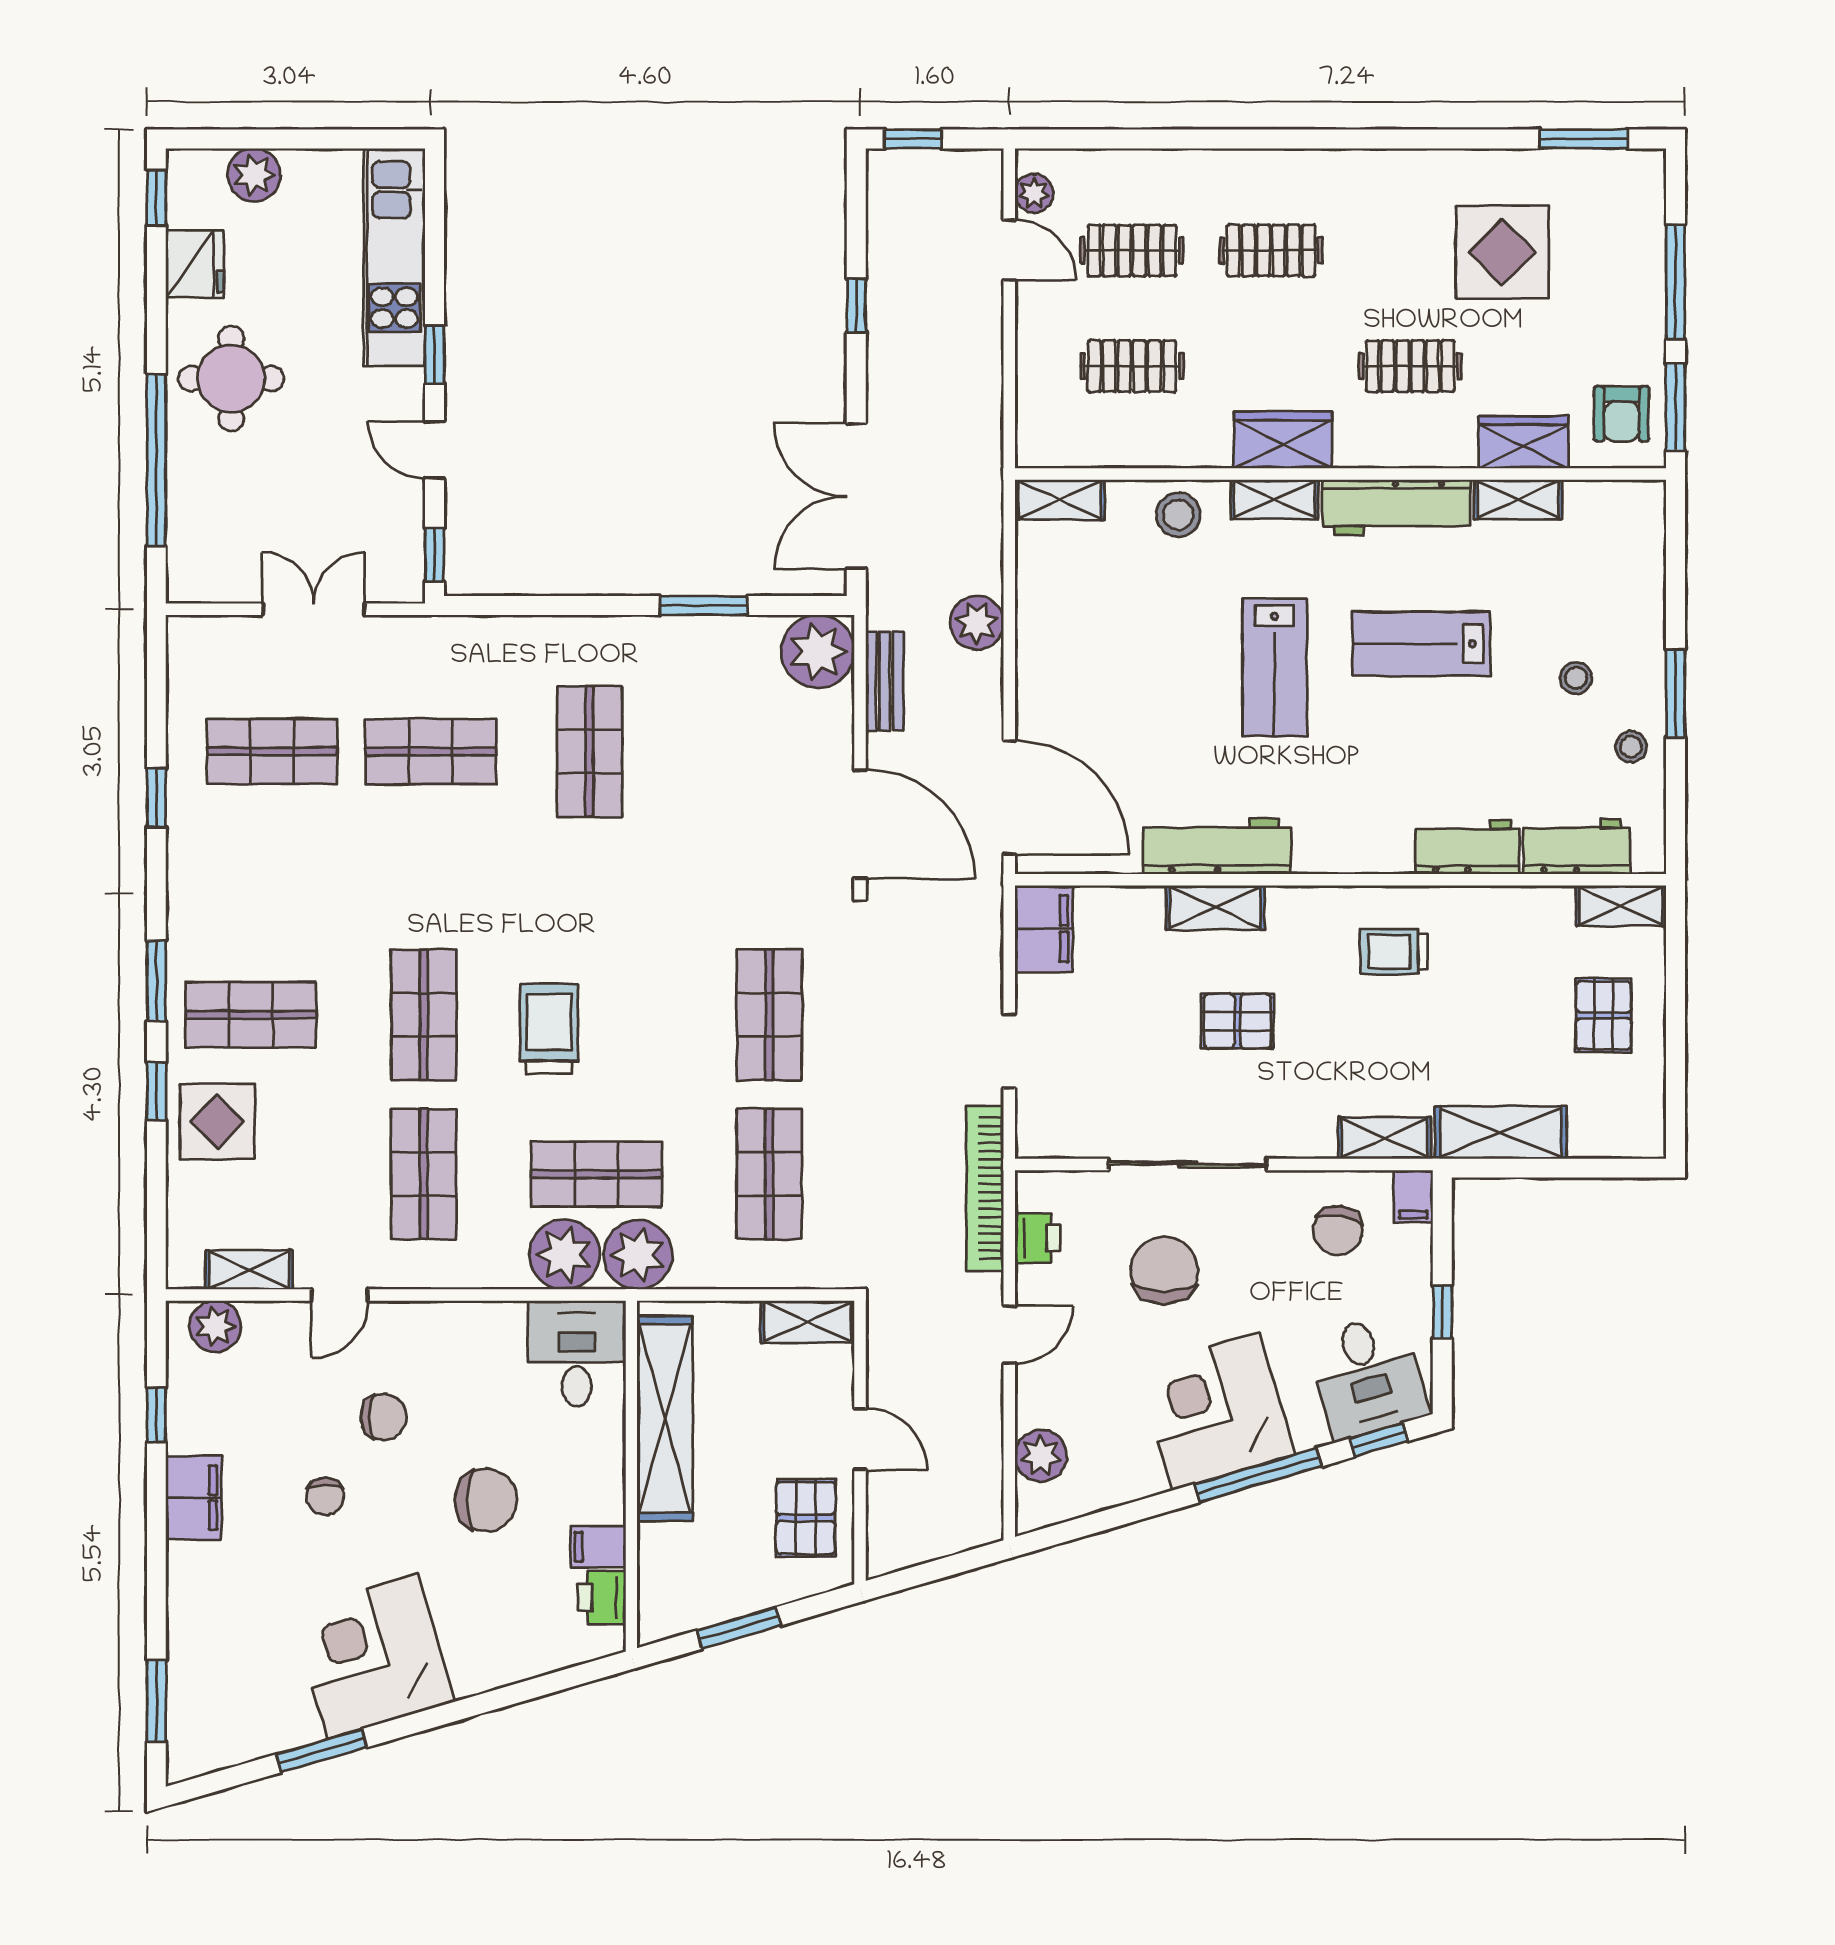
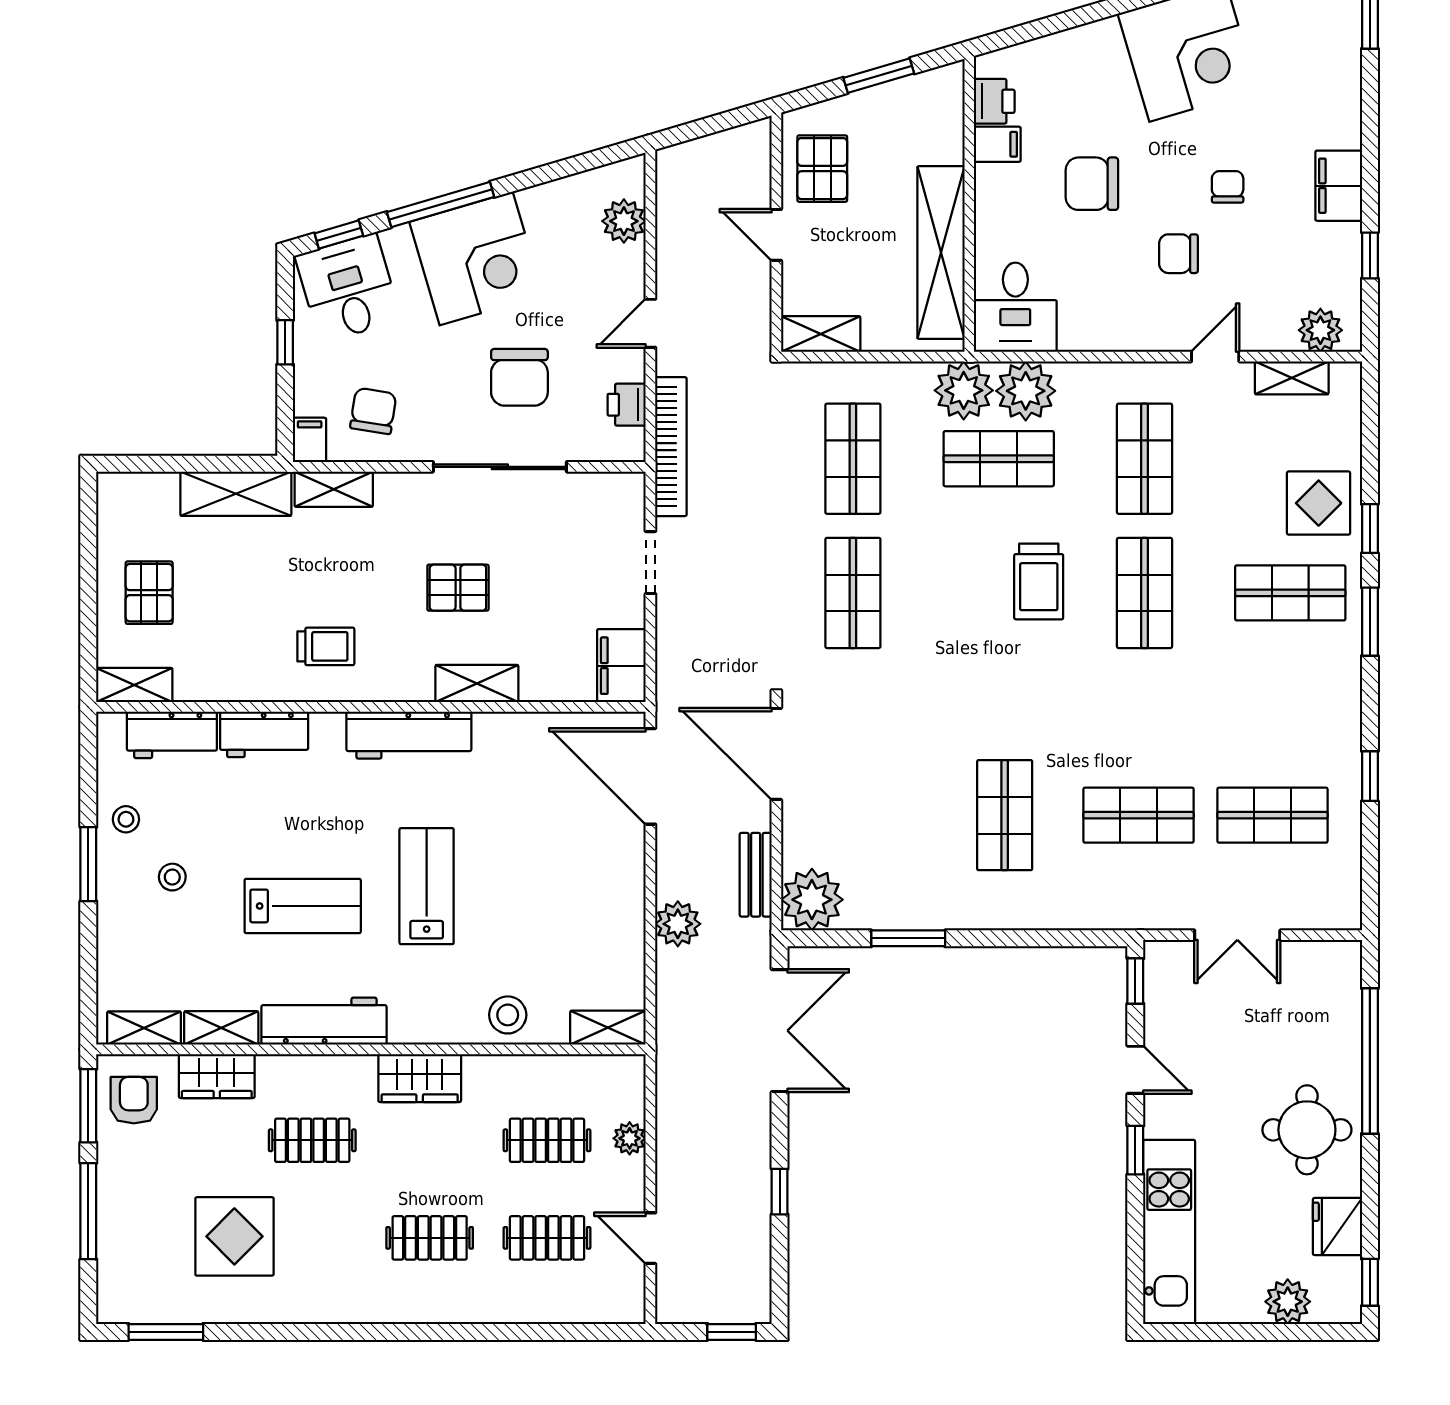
plant: (1034, 193) -> (630, 1138), moved
shelving: (1275, 499) -> (144, 1028), moved
workbench: (1217, 846) -> (409, 735), moved

